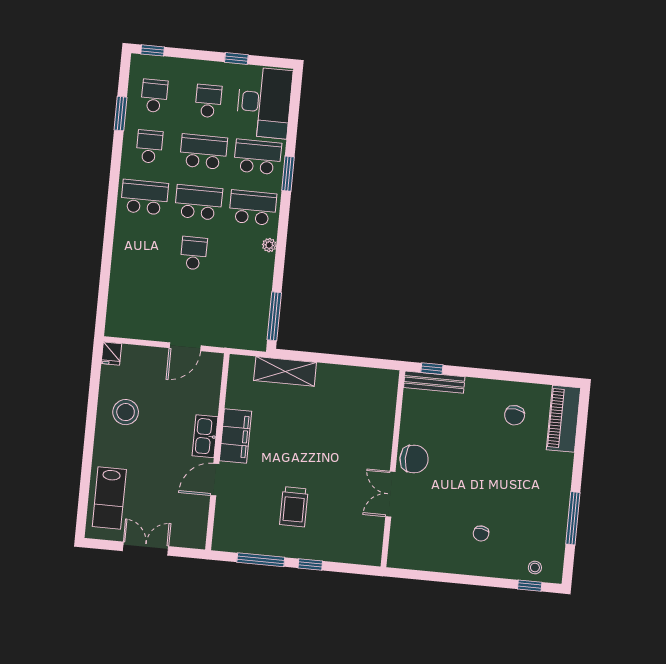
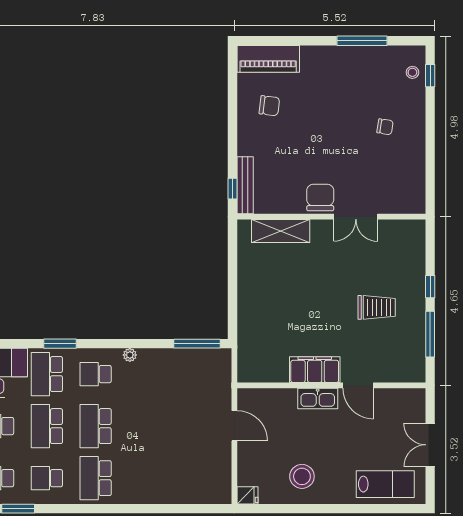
school desk: (253, 208) -> (96, 374), width x0.54
school desk: (194, 253) -> (144, 426), removed
shelving: (285, 371) -> (281, 231), moved, turned 90

